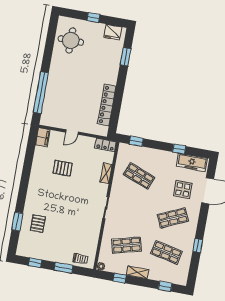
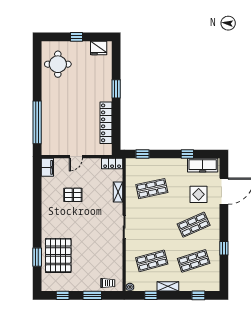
window: (126, 57) -> (116, 89), moved
shop shelf: (139, 176) -> (152, 189), turned -33
pallet: (38, 224) -> (58, 255), width x2.05, depth x2.00
shop shelf: (167, 252) -> (194, 261), turned -30

